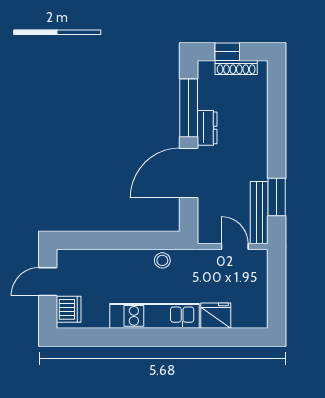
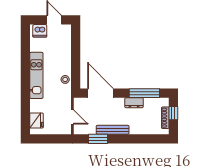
door: (189, 173) -> (100, 93), moved
bench: (259, 213) -> (113, 130), moved
door: (235, 246) -> (72, 117), hinge flipped
fridge: (216, 316) -> (36, 121), moved

